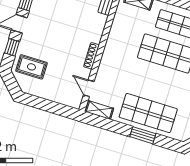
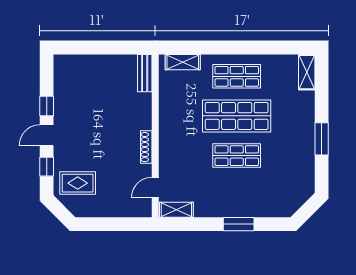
door: (89, 88) -> (155, 188), hinge flipped
shop shelf: (148, 113) -> (237, 156), moved, width x0.70, depth x0.74

